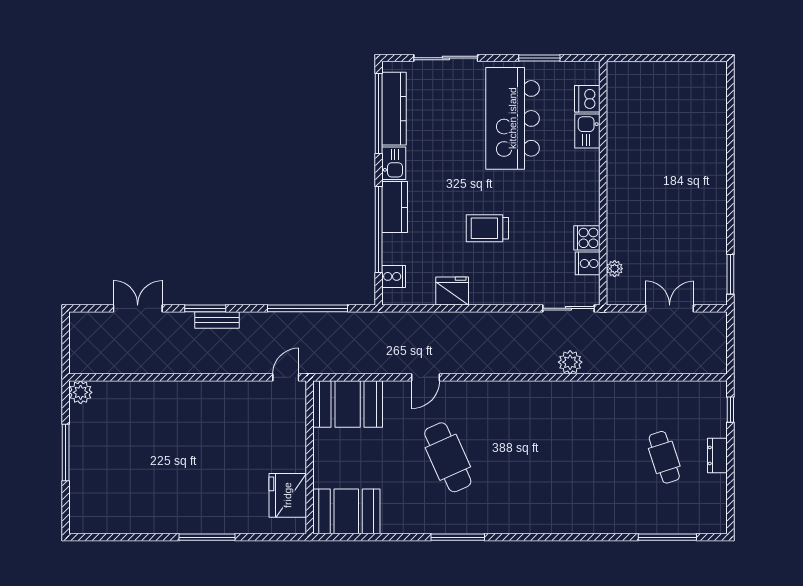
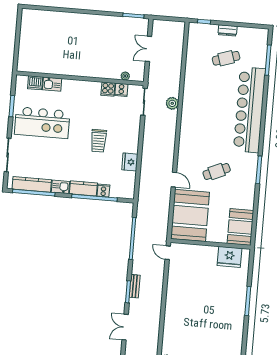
cooker: (394, 276) -> (103, 191), moved
booth: (348, 404) -> (190, 215), width x1.36, depth x1.42
cafe table: (448, 457) -> (217, 171), width x0.73, depth x0.74
bar counter: (570, 510) -> (249, 110), added

